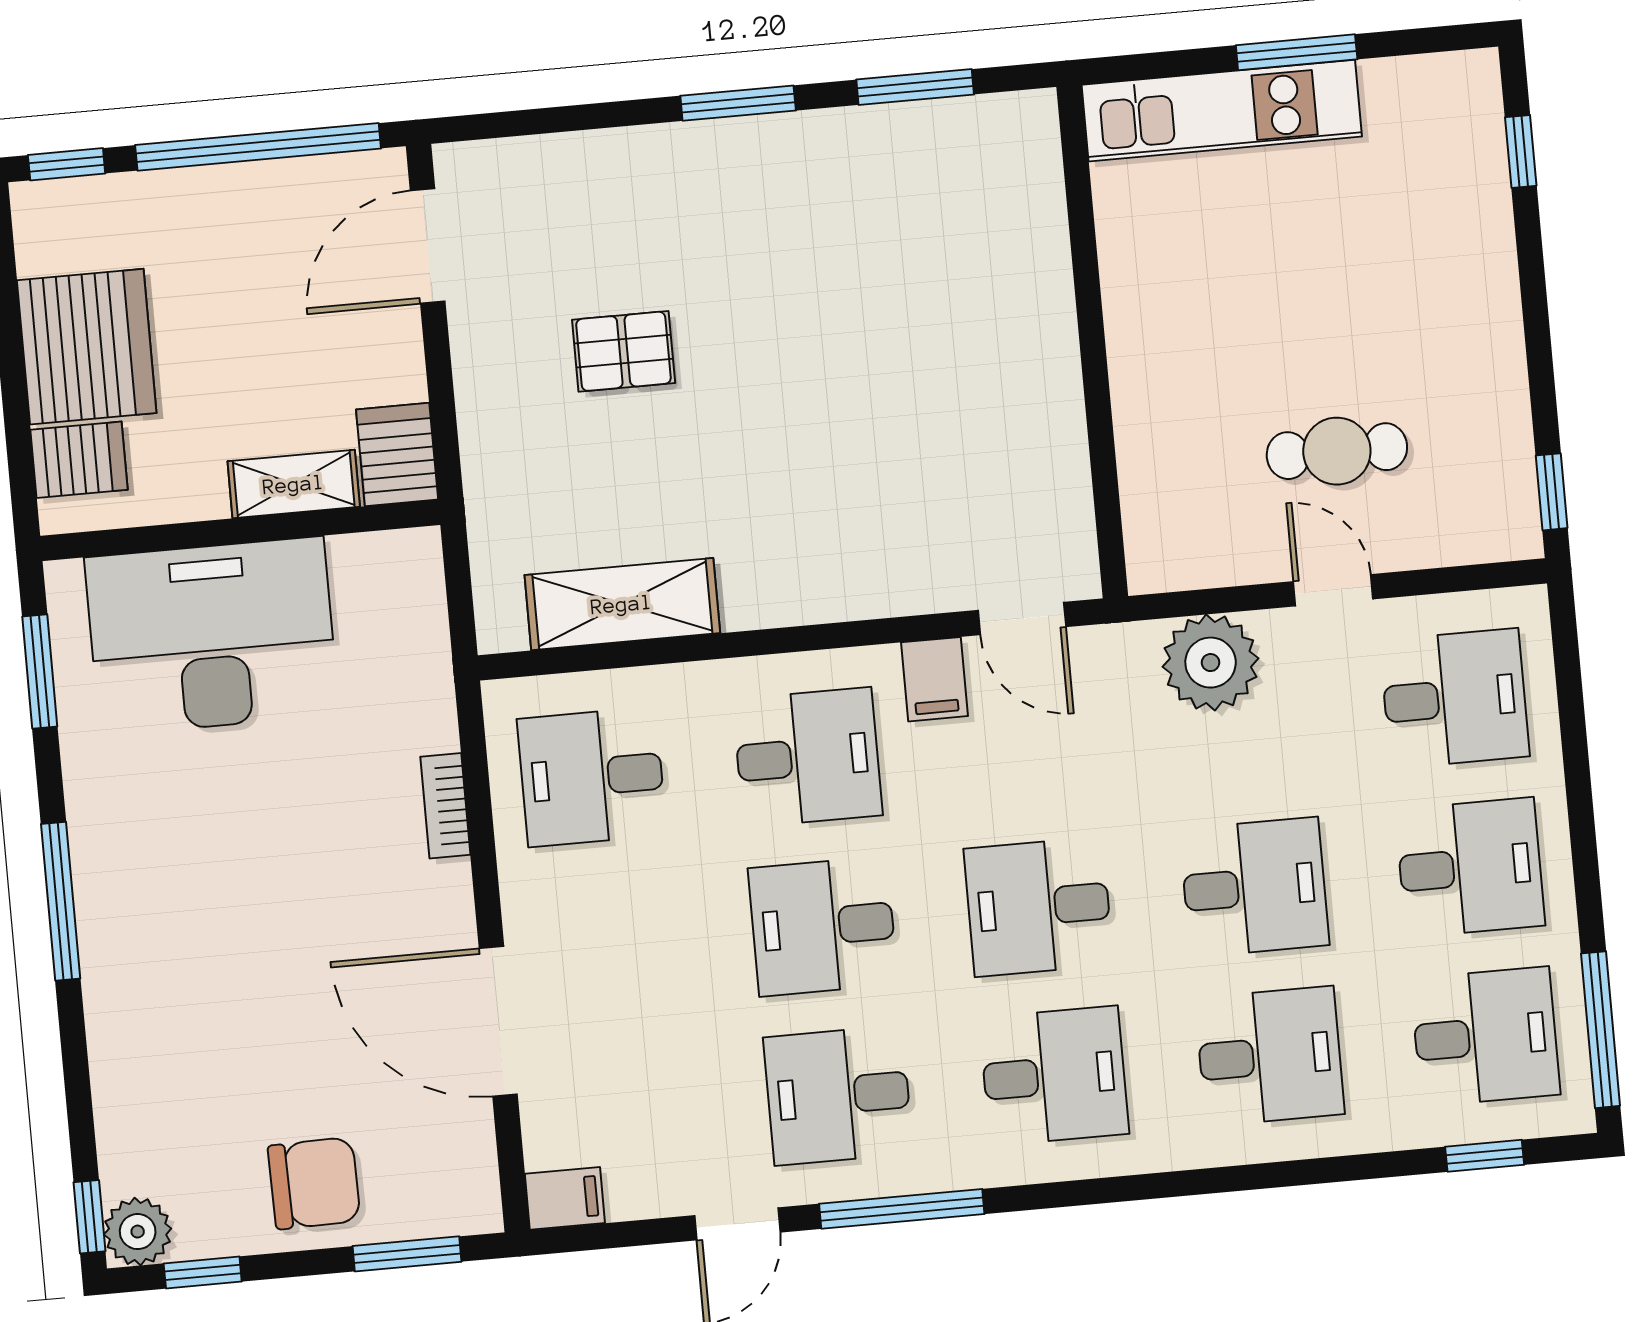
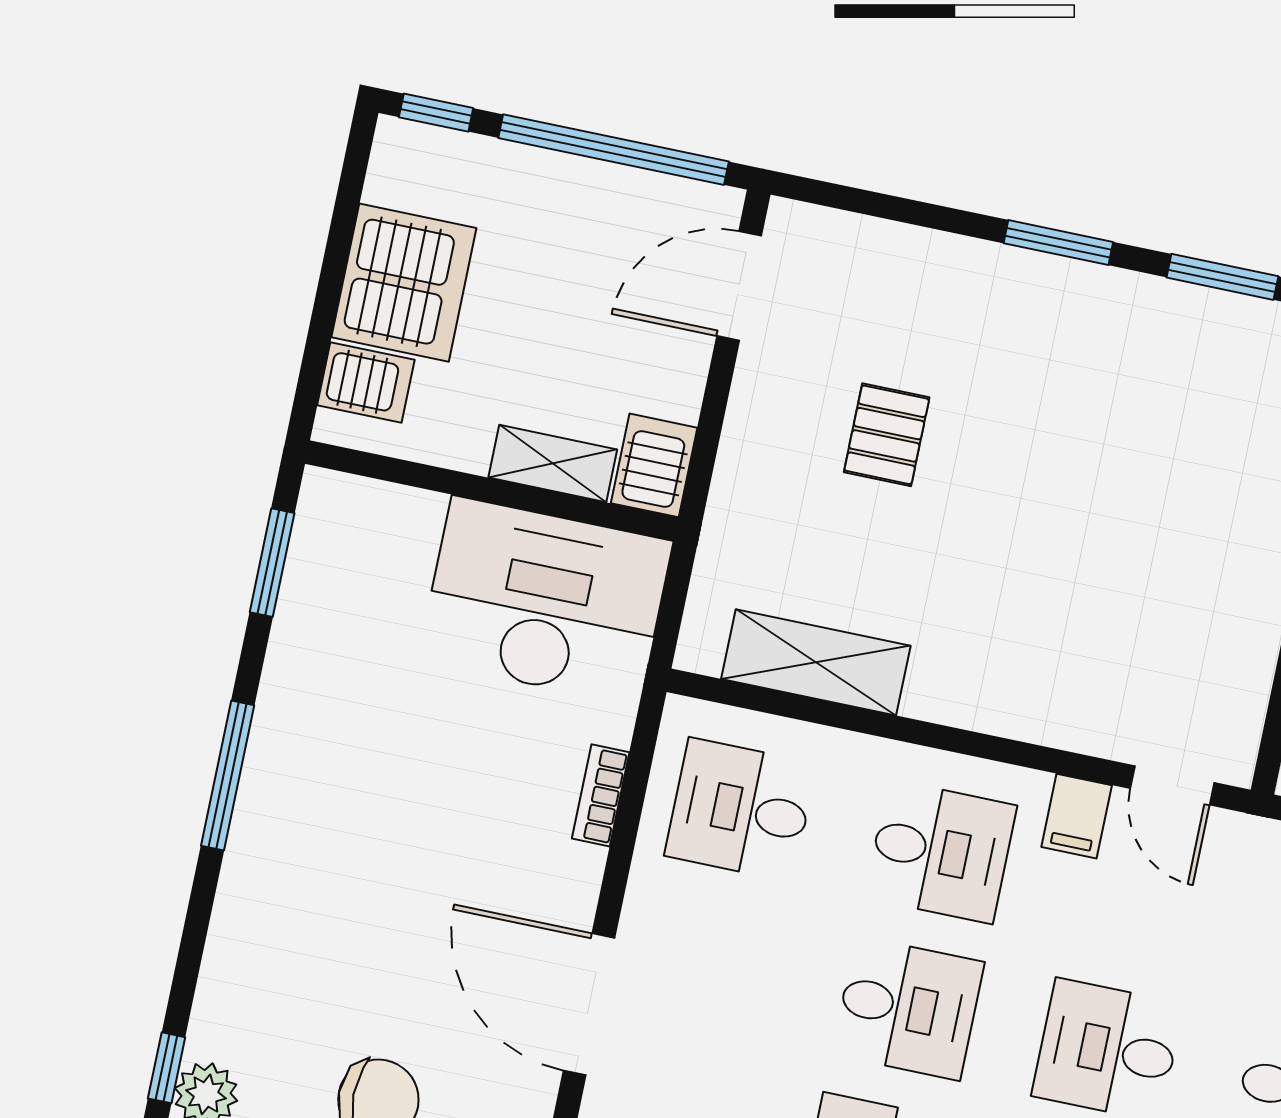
pallet: (624, 351) -> (887, 435), turned 90
desk: (212, 636) -> (545, 601), moved
desk: (823, 926) -> (908, 1008), turned 180

